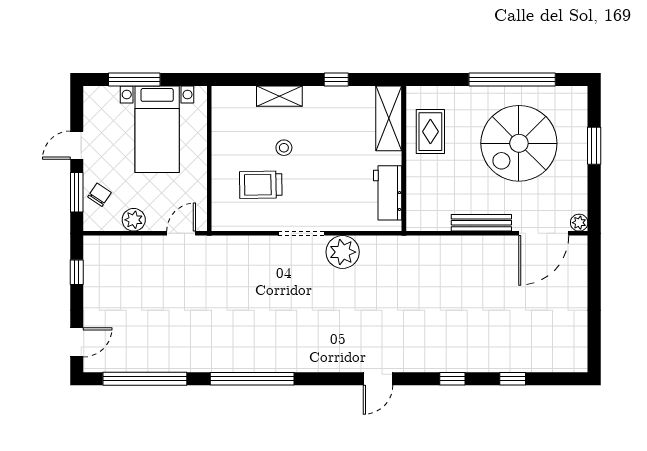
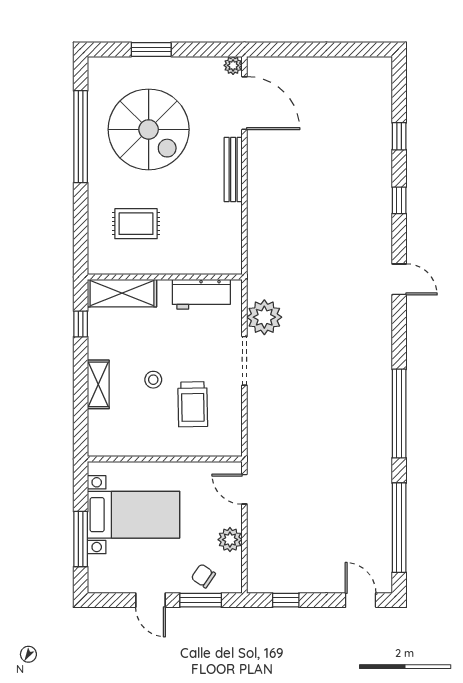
shelving: (389, 118) -> (122, 293), moved
wall: (404, 159) -> (165, 277), moved
workbench: (388, 193) -> (201, 294), moved

